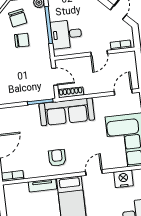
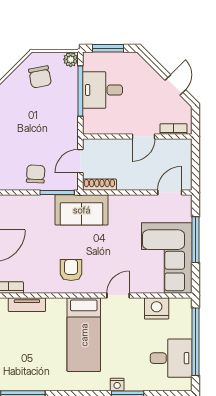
desk: (66, 34) -> (102, 90), moved
chair: (22, 40) -> (36, 174), moved, turned -87
door: (55, 77) -> (80, 161), swing flipped
sofa: (67, 112) -> (82, 210), width x0.73
tv unit: (42, 185) -> (27, 305), moved

